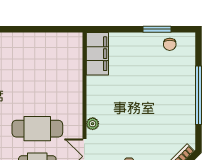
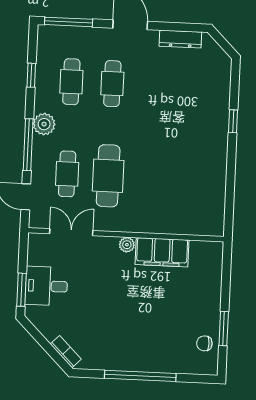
filing cabinet: (97, 54) -> (162, 252), moved
plant: (93, 124) -> (127, 245), moved

